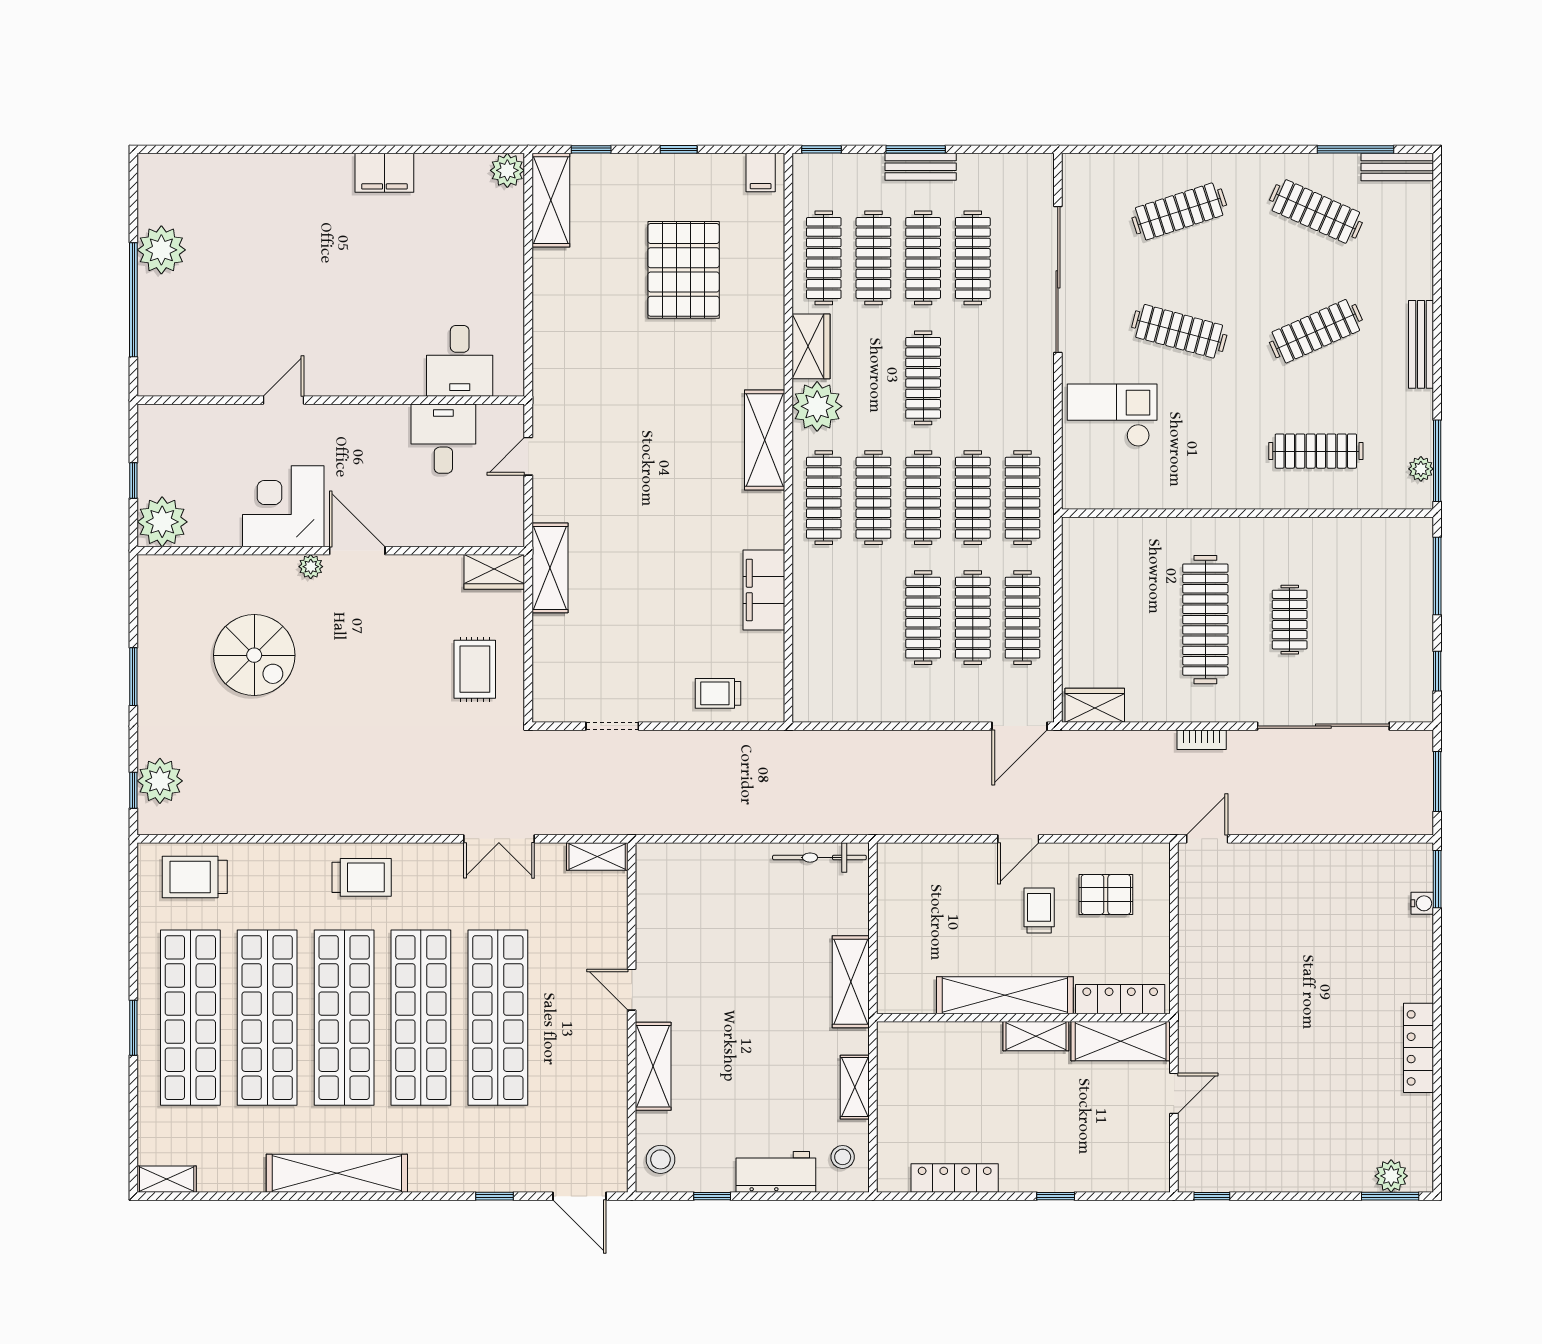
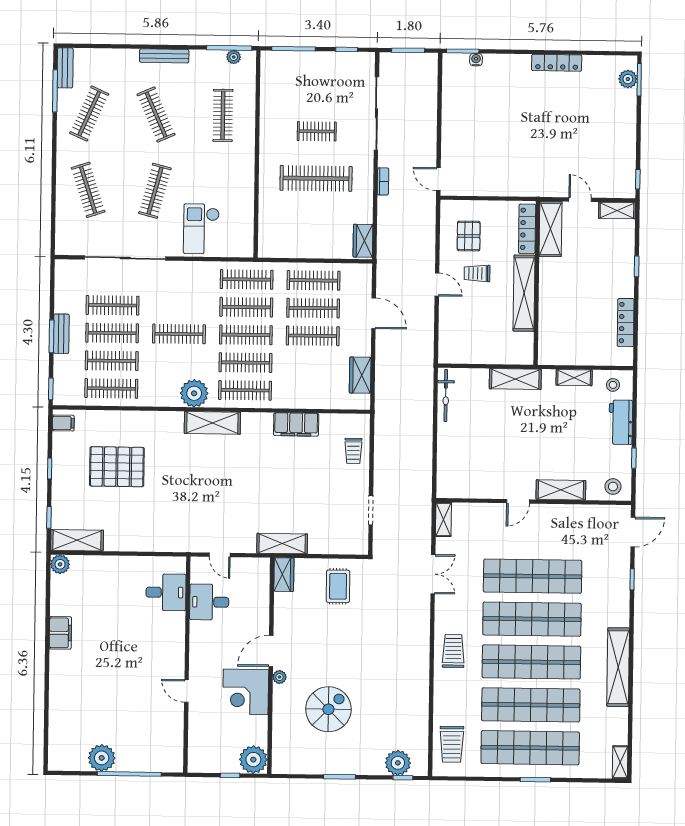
wardrobe: (811, 346) -> (360, 375), moved, turned -90
rug: (475, 669) -> (338, 586), turned 90
door: (1019, 726) -> (374, 313), moved
shelving: (1036, 1036) -> (617, 210), moved, turned 90

